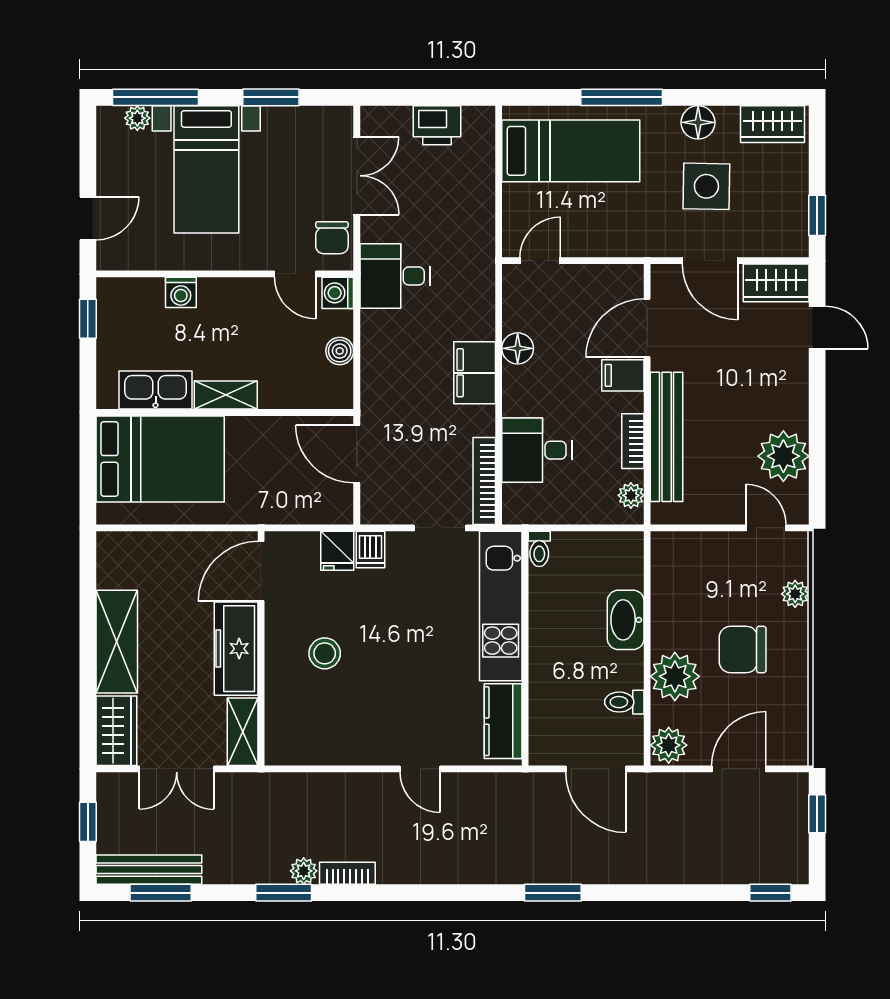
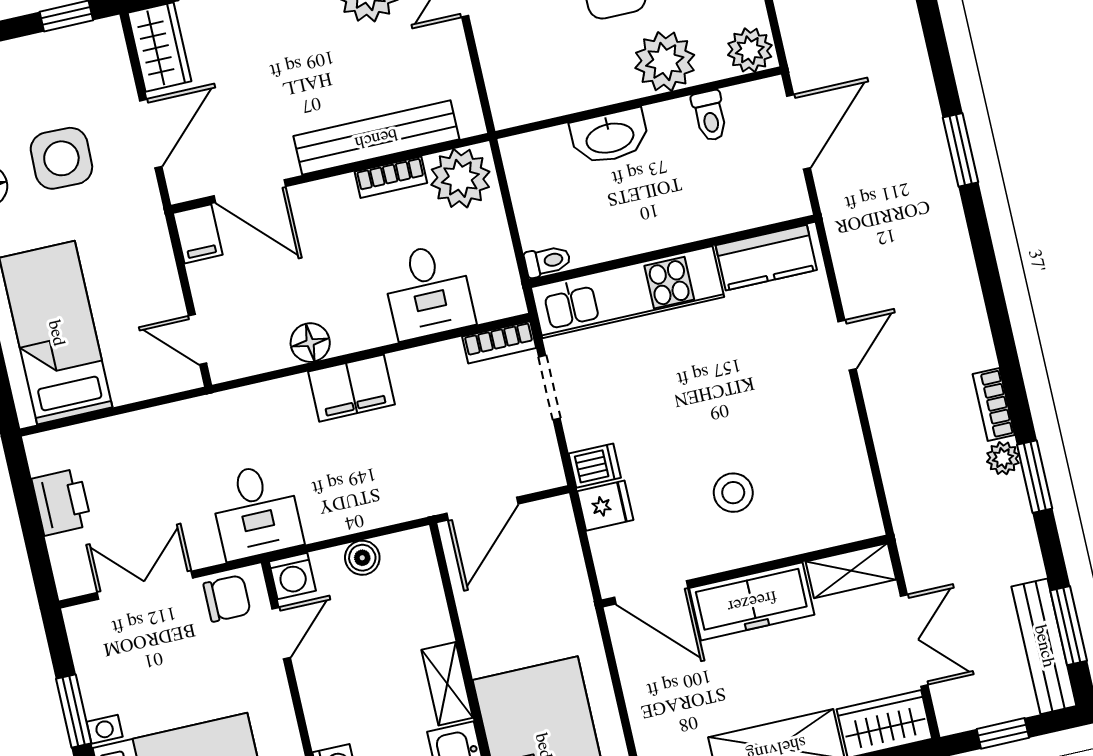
filing cabinet: (623, 375) -> (198, 234), moved
bookcase: (484, 481) -> (499, 342), width x0.64
plant: (631, 495) -> (460, 178), width x1.88, depth x1.88

